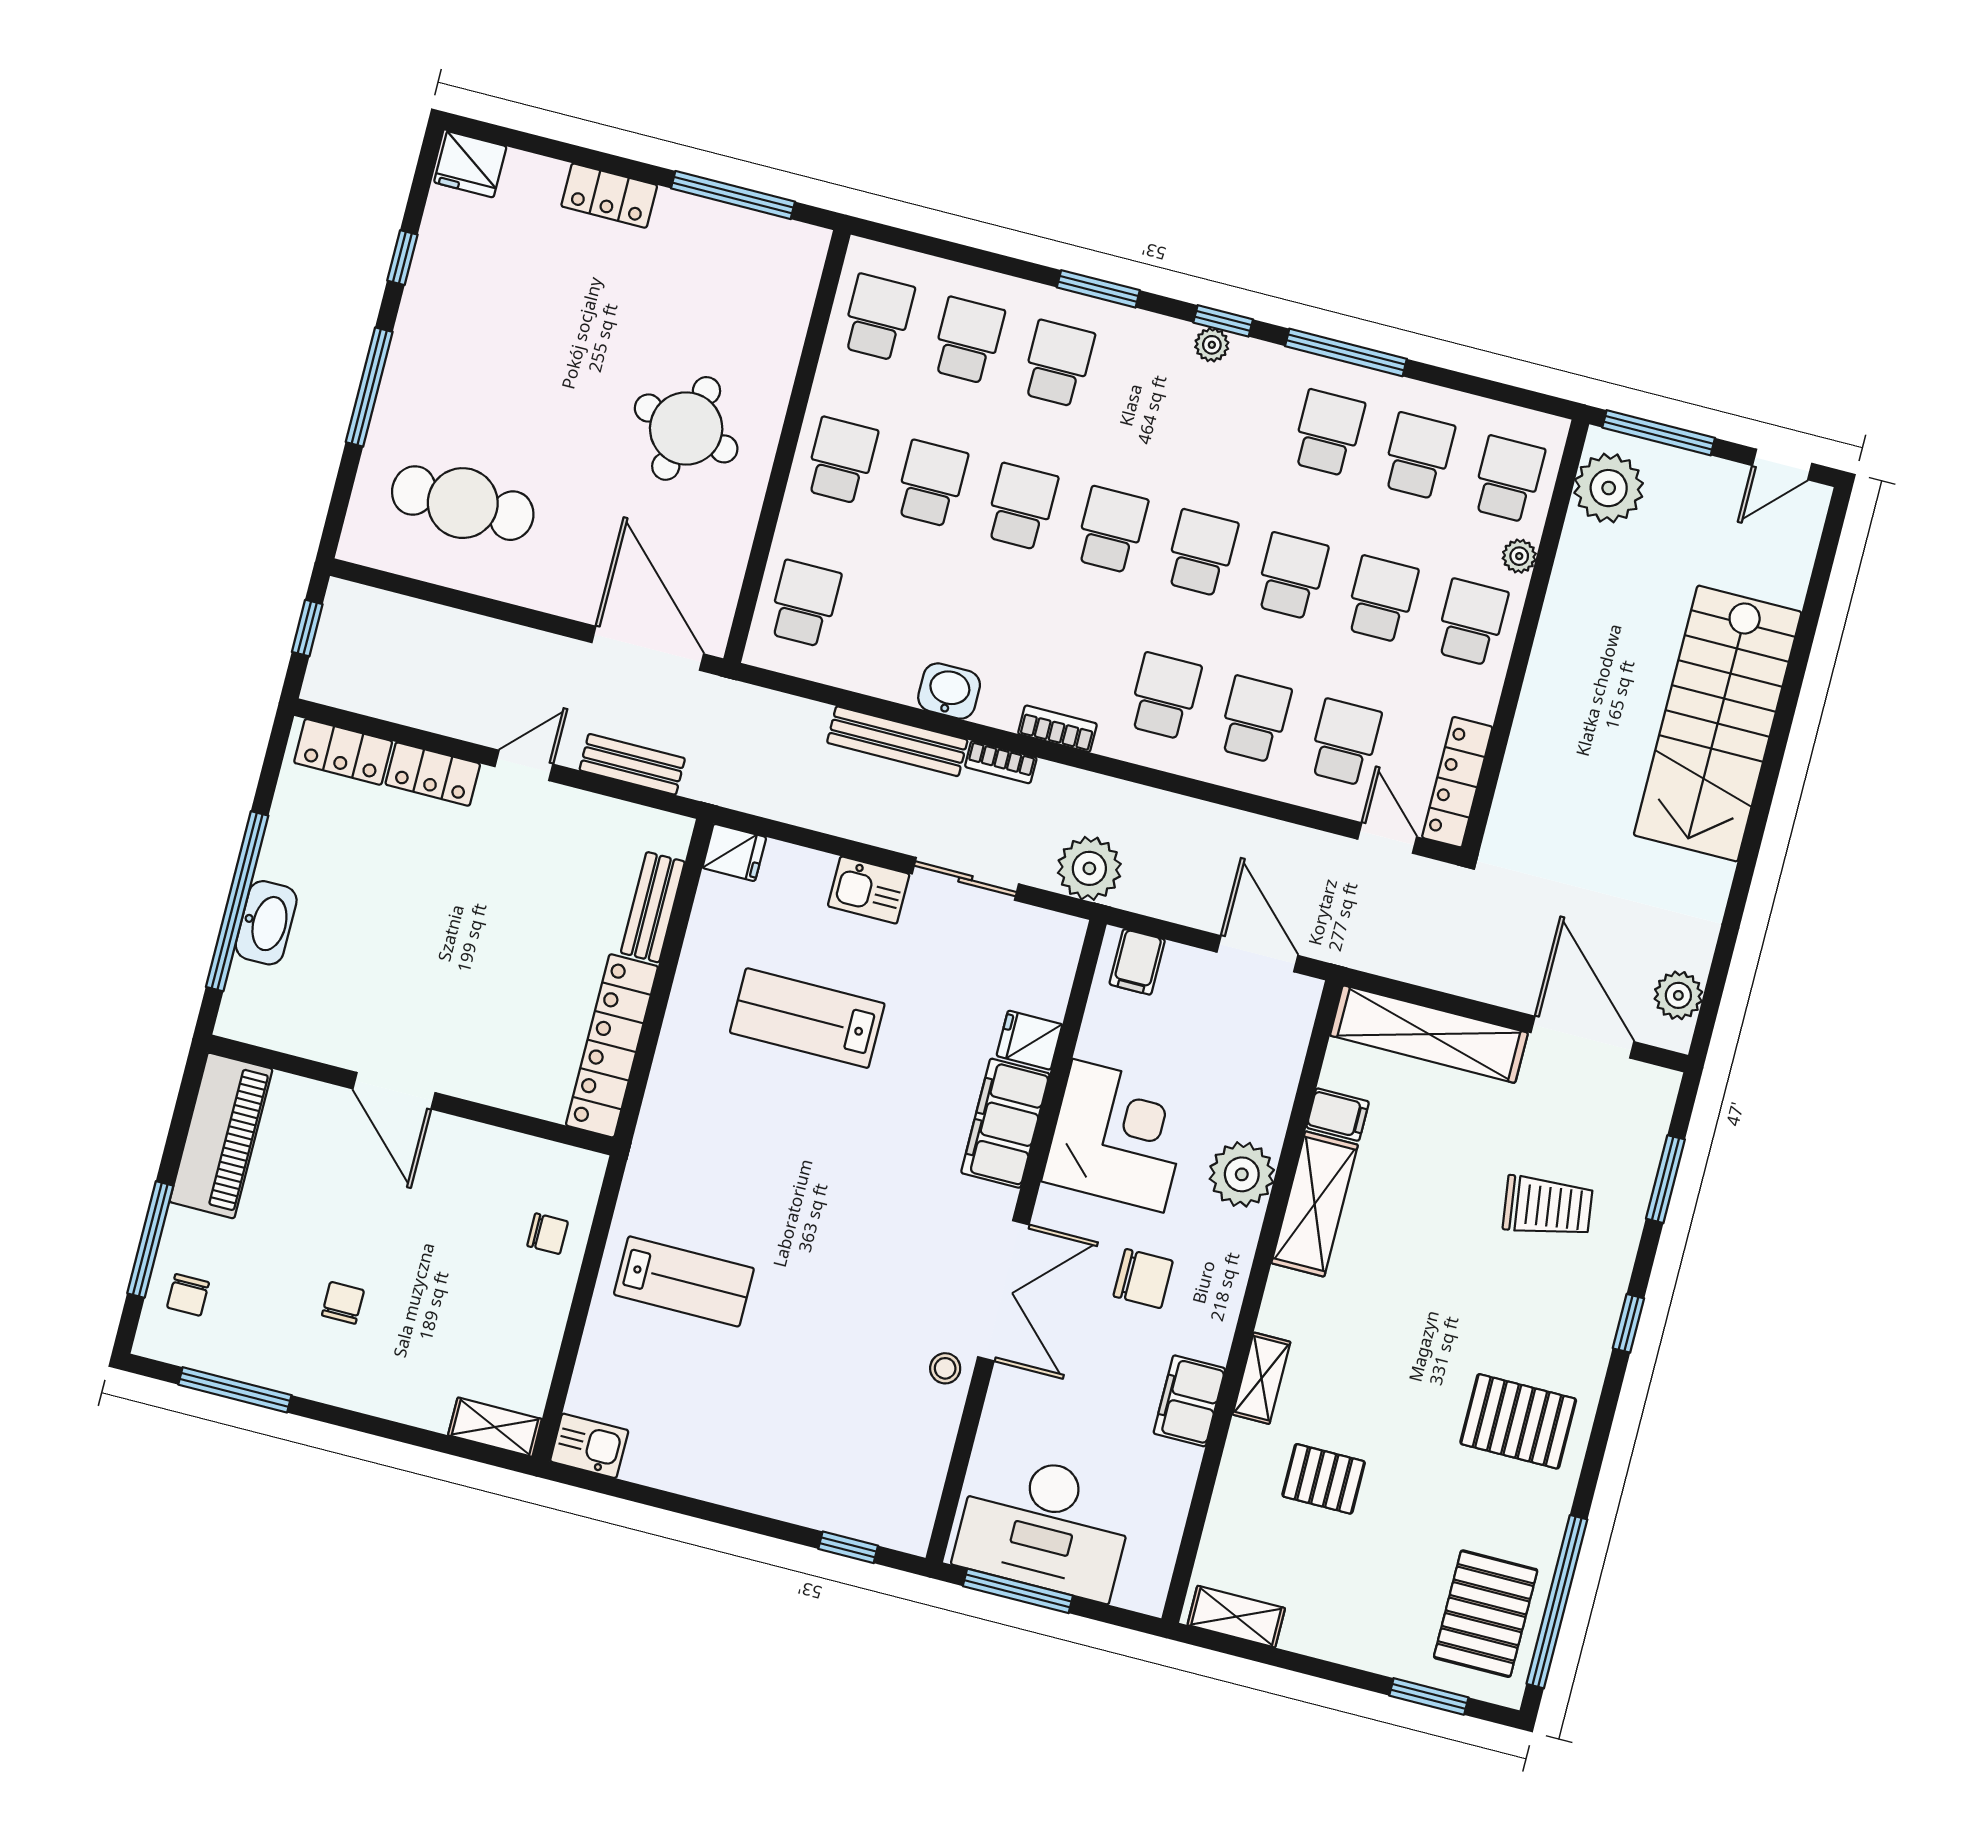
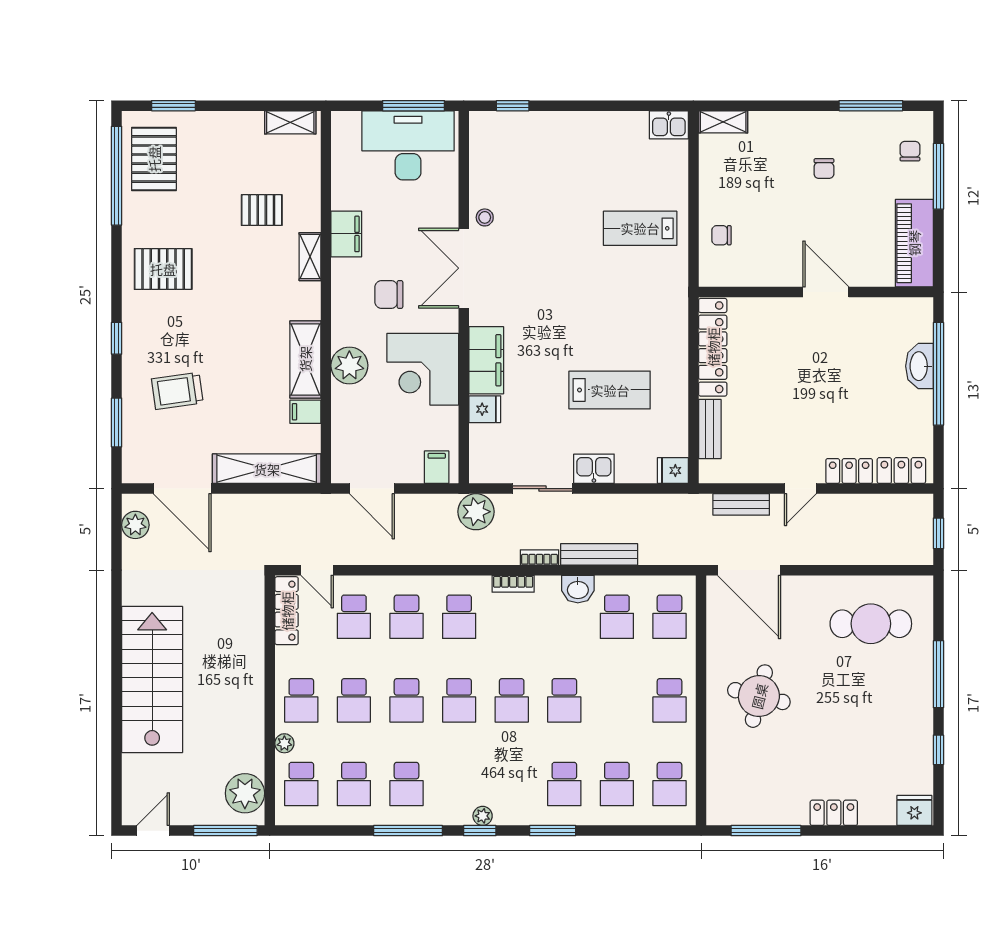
school desk: (931, 483) -> (617, 617), moved

